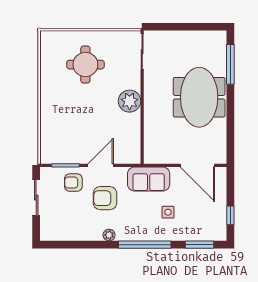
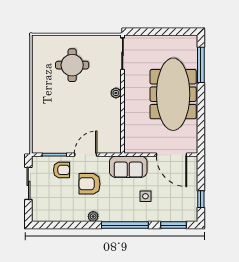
meeting table: (199, 97) -> (173, 94), width x1.36
plant: (130, 101) -> (116, 93), width x0.53, depth x0.53
armchair: (73, 183) -> (61, 170), turned 180

